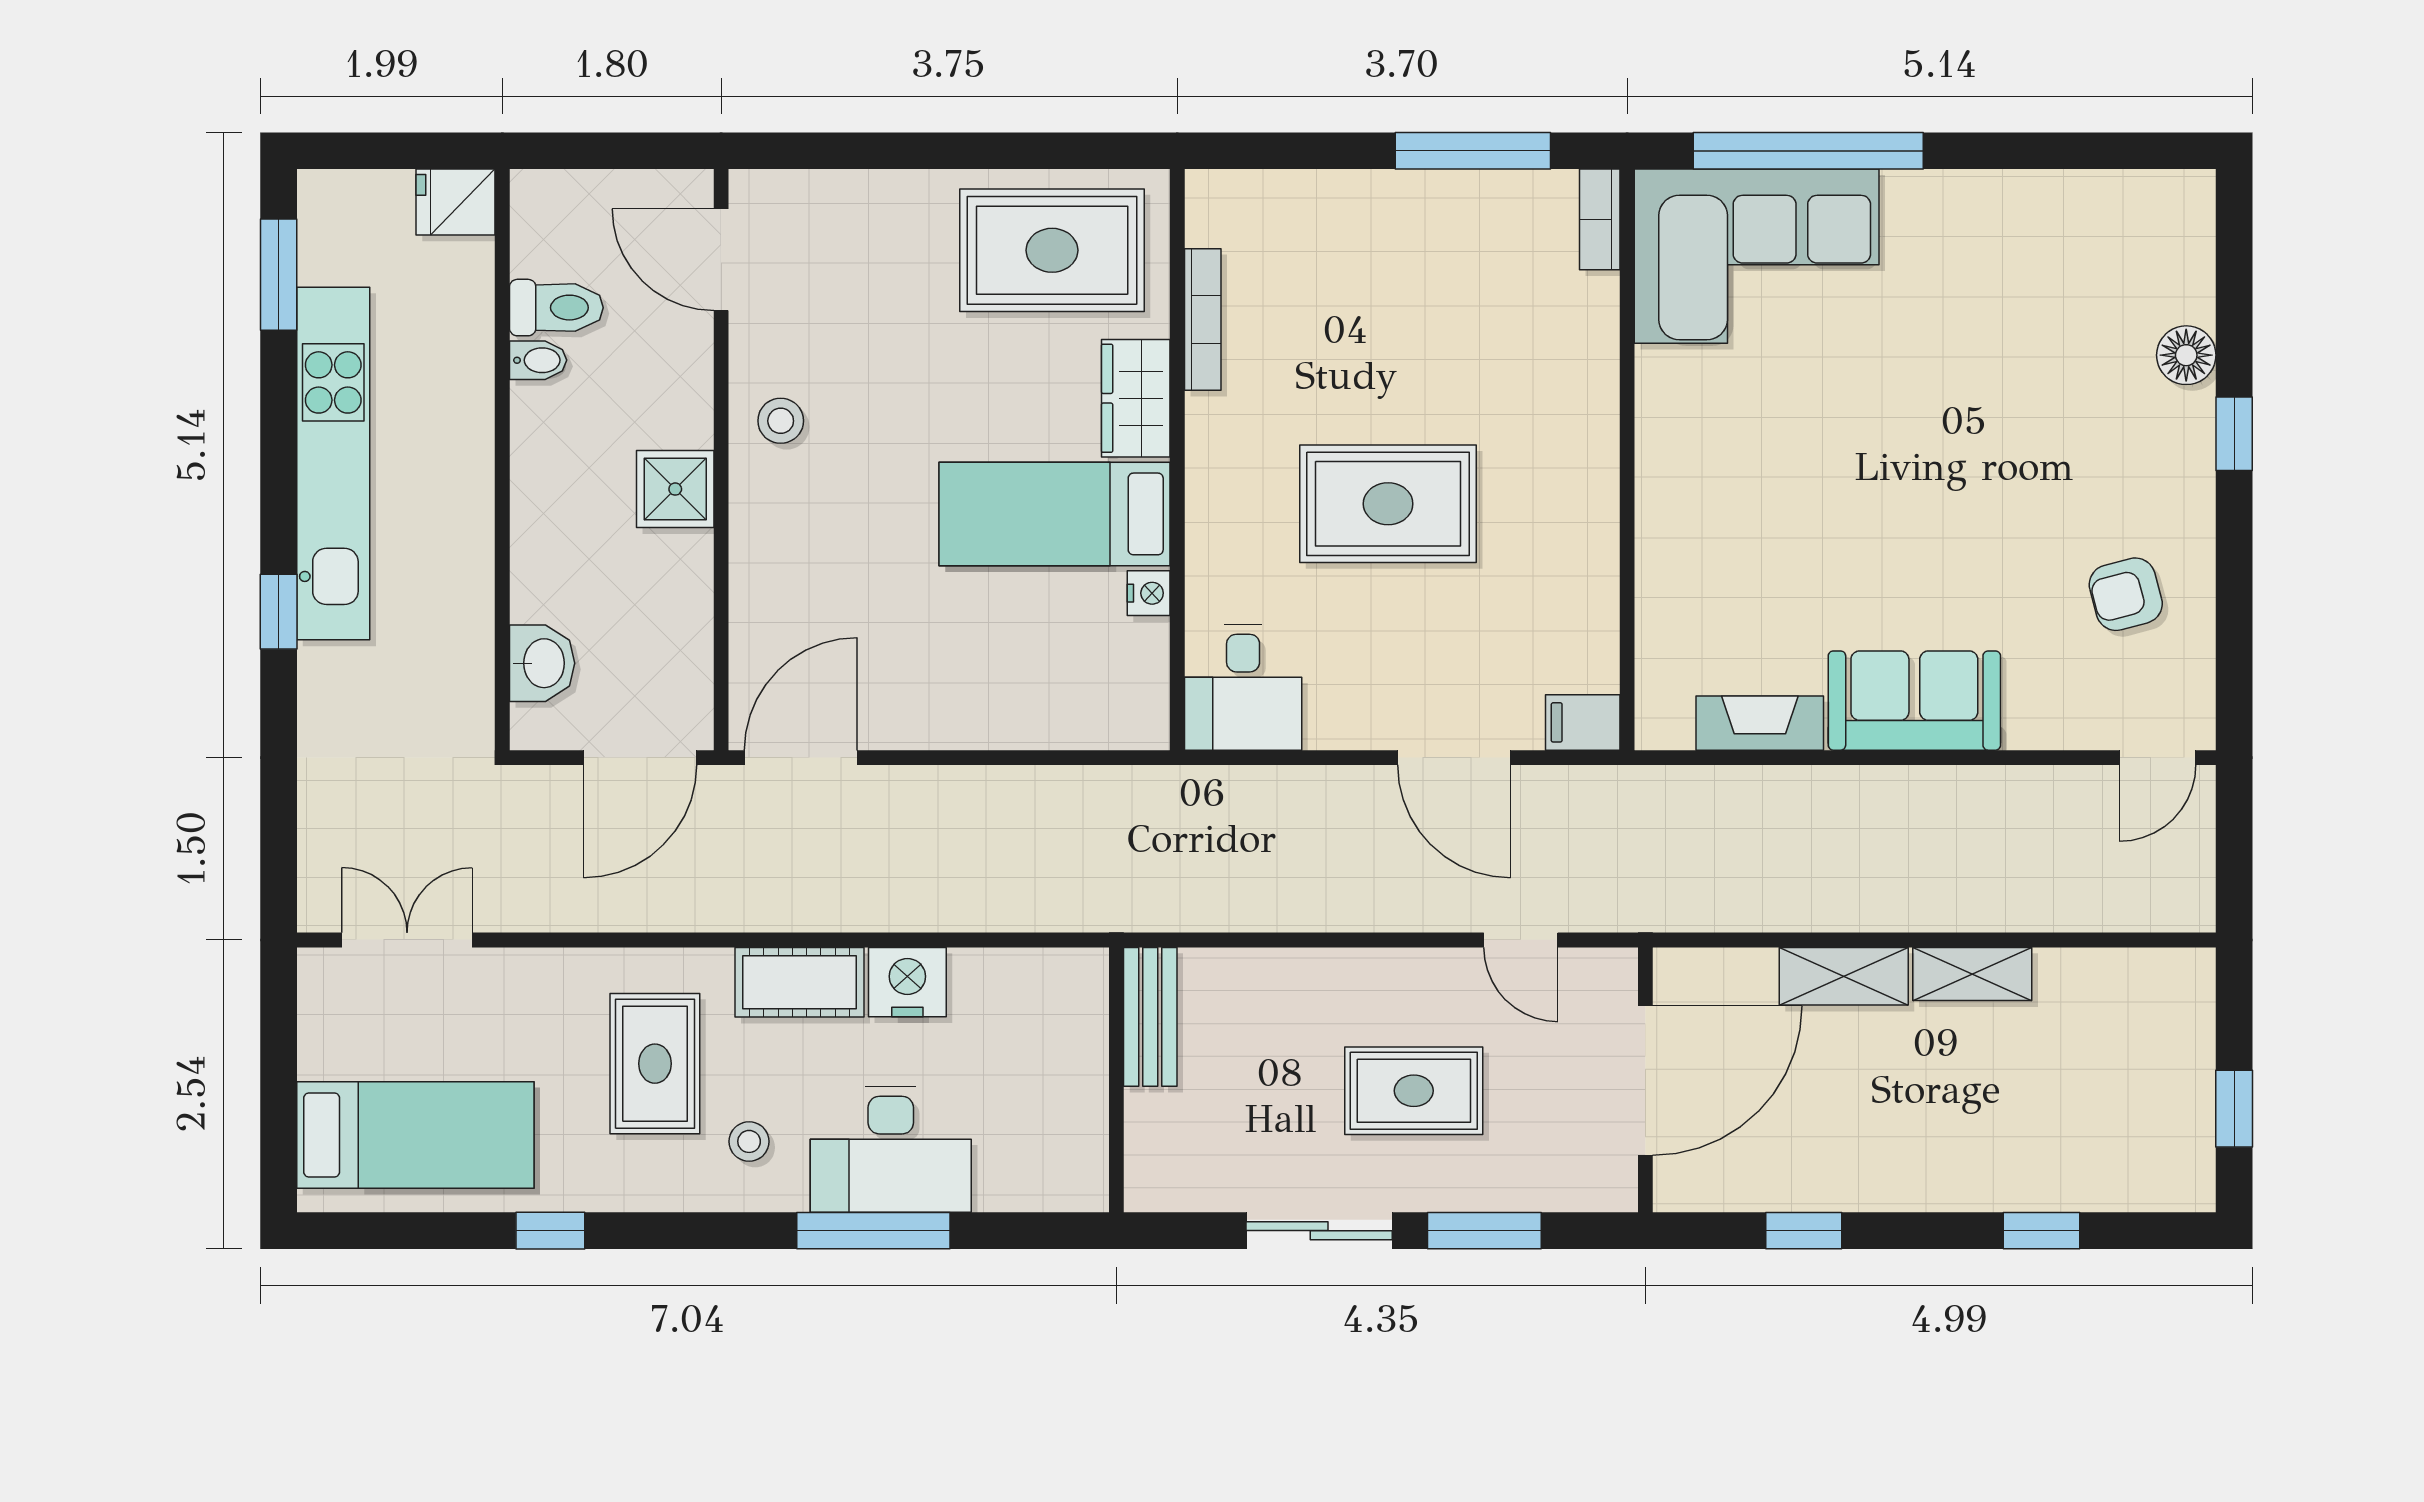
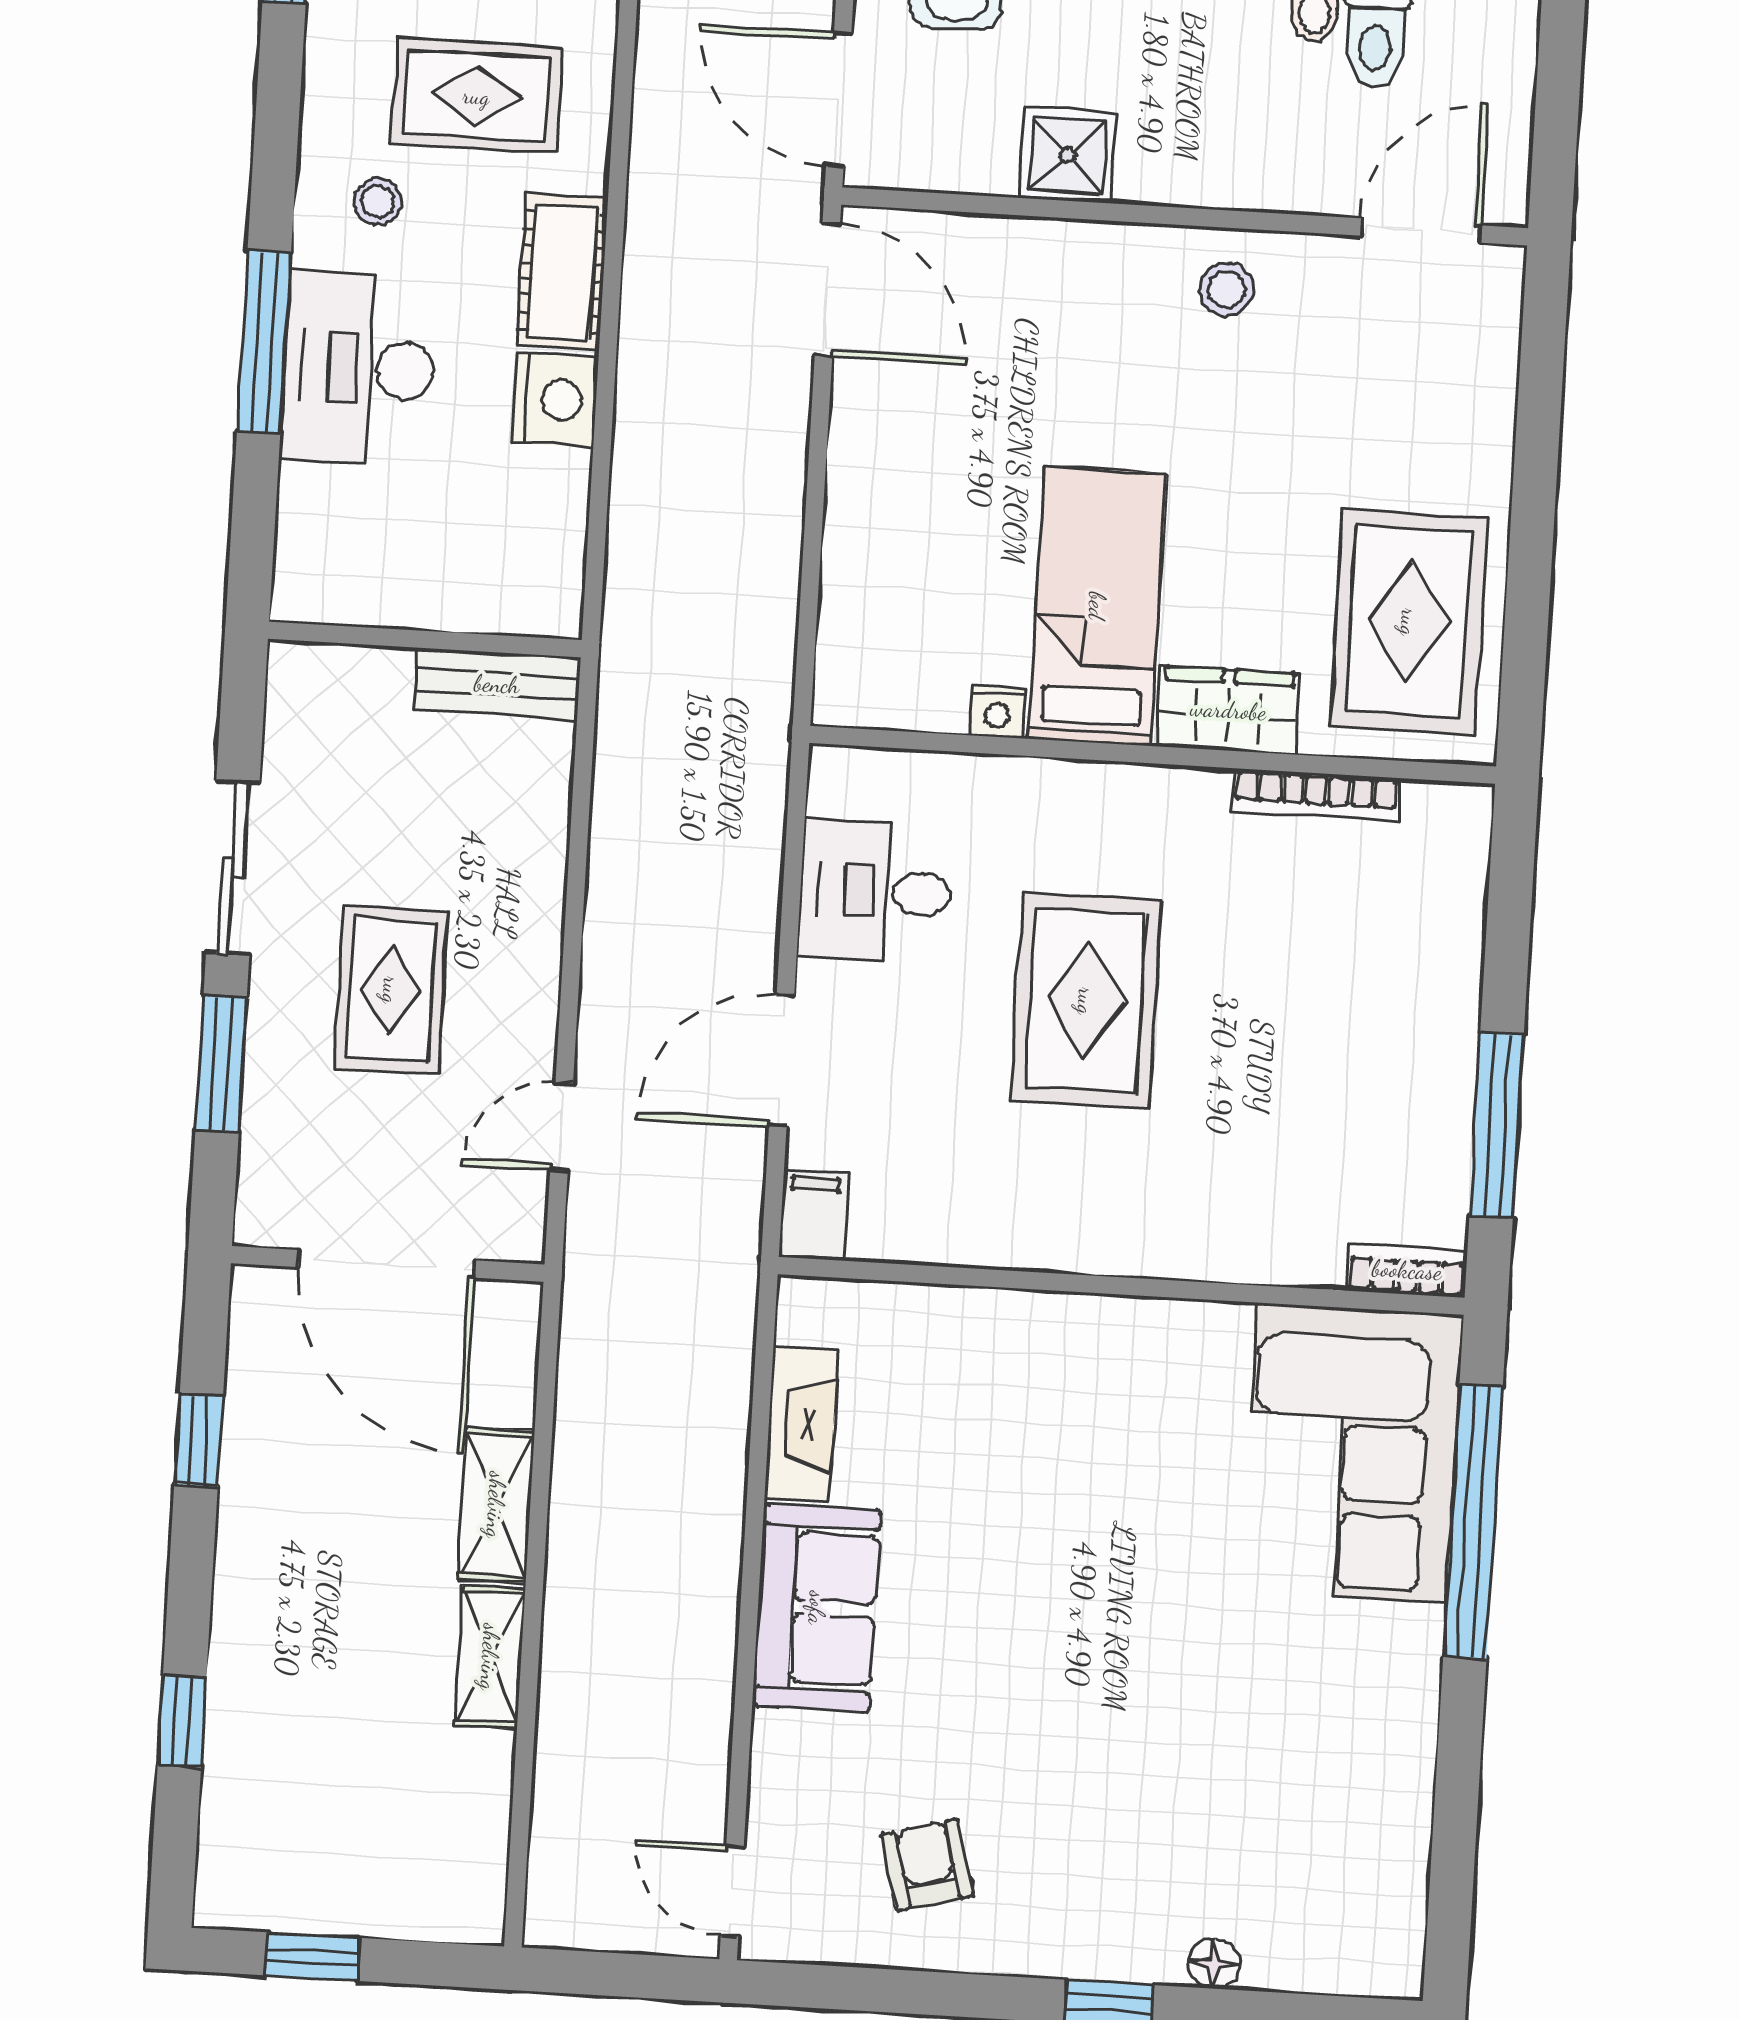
floor lamp: (2186, 355) -> (1214, 1963), width x0.73, depth x0.73
shower: (675, 489) -> (1068, 155), moved
desk: (1243, 687) -> (875, 891), moved

